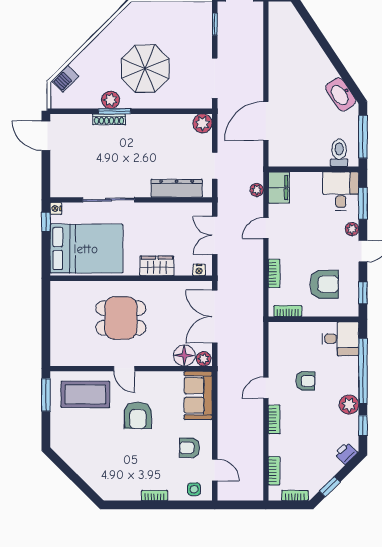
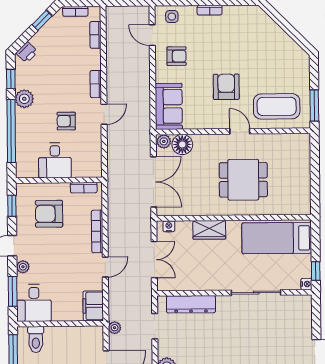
plant: (257, 190) -> (115, 328), moved
bed: (86, 249) -> (277, 238), width x0.67
bookcase: (274, 273) -> (97, 231), width x1.56
desk: (340, 339) -> (55, 160), moved, turned -90

